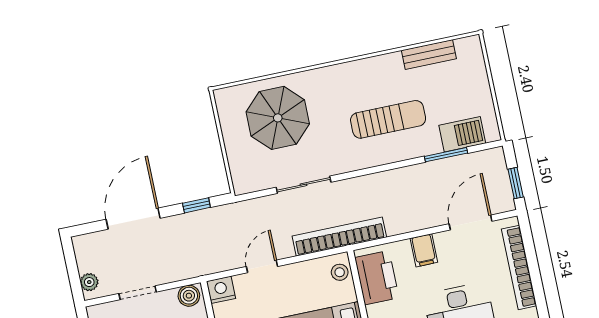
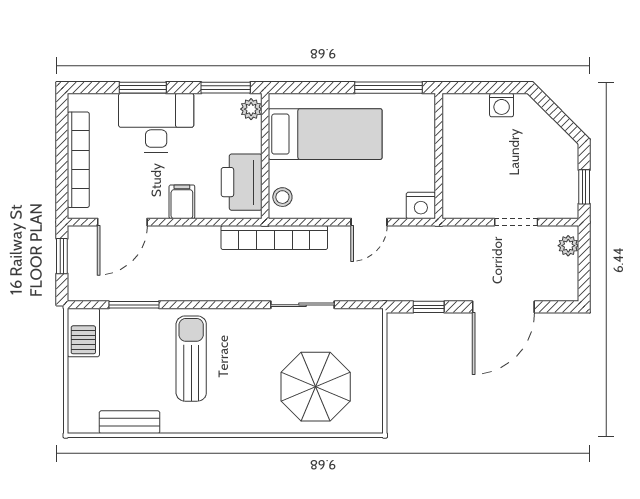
sun lounger: (388, 119) -> (191, 359), turned 90
barbecue: (462, 134) -> (83, 332), moved, turned -90
boiler: (189, 296) -> (459, 207), removed

